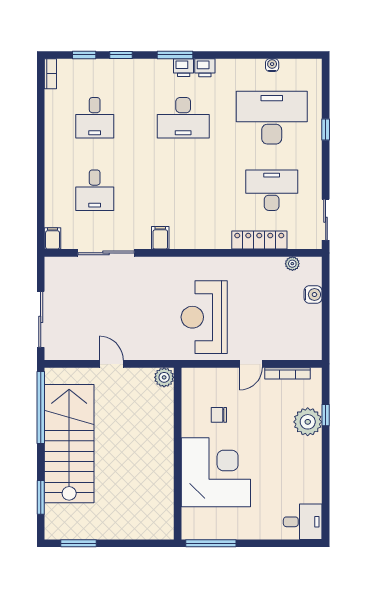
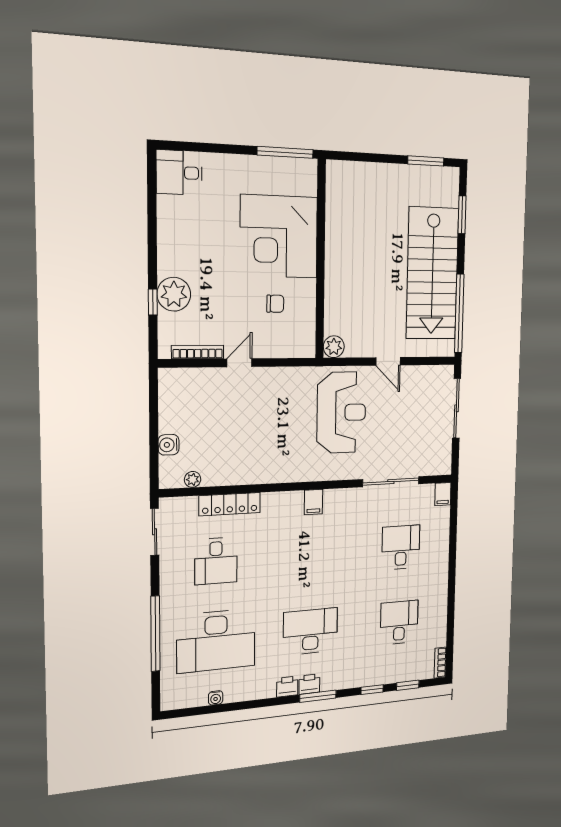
window: (326, 130) -> (155, 634), width x3.17
desk: (272, 190) -> (216, 561), width x0.73
filing cabinet: (160, 238) -> (313, 502), moved
reception desk: (204, 317) -> (341, 413), moved

